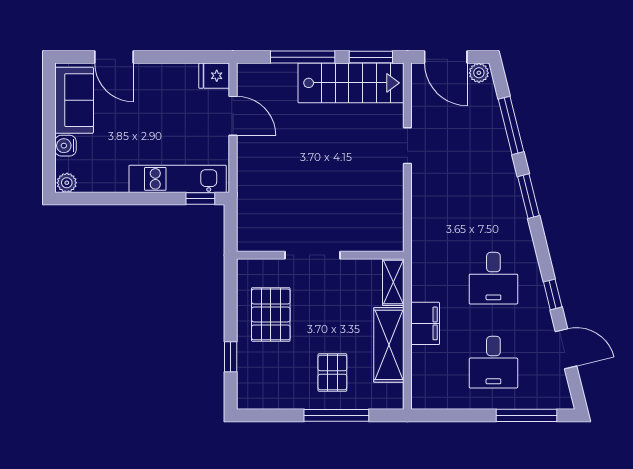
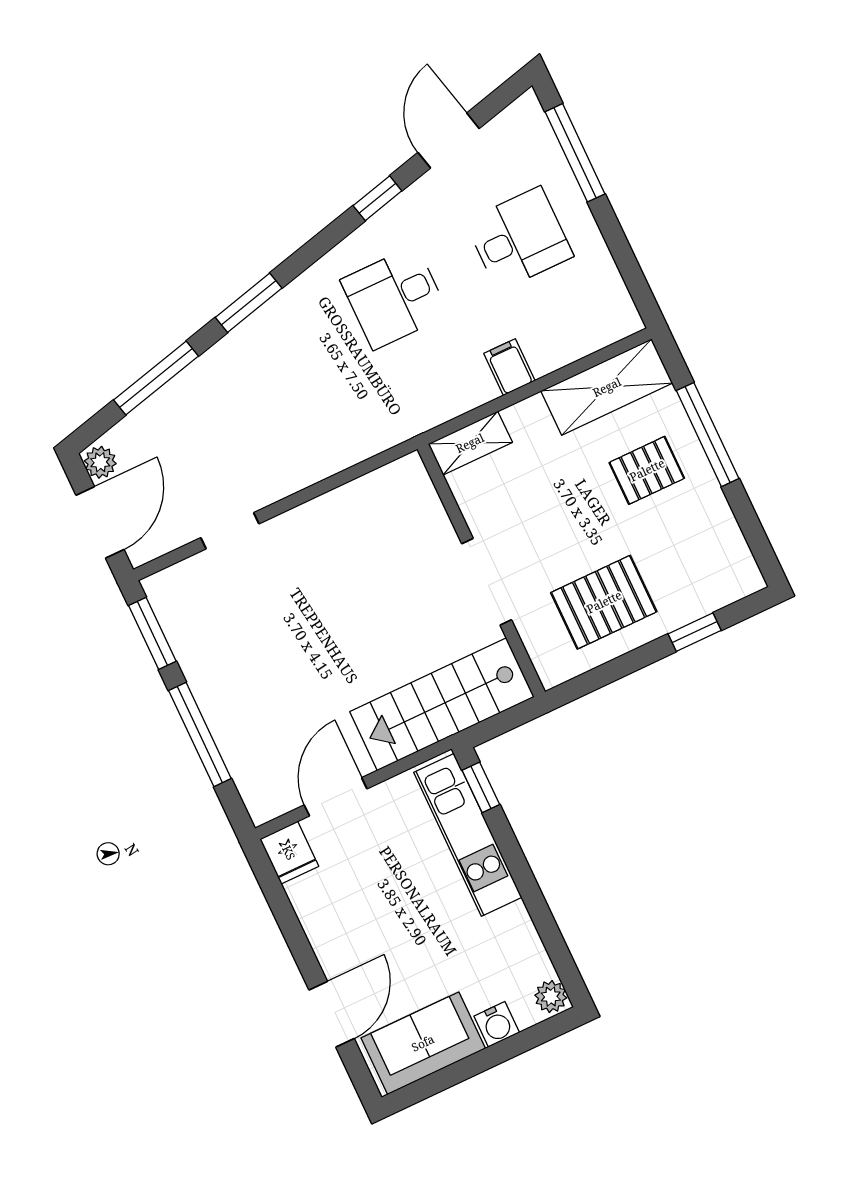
stairs: (351, 83) -> (442, 704), moved, turned -90
doorway: (407, 146) -> (230, 531), moved
desk: (493, 278) -> (395, 297), turned 180
filing cabinet: (425, 323) -> (509, 367), width x0.50
shelving: (389, 345) -> (607, 387), moved

